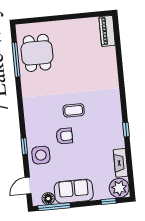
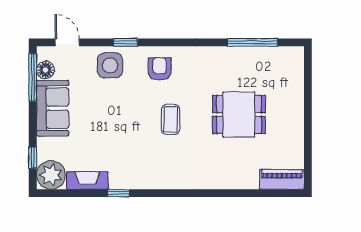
dining table: (37, 53) -> (239, 114), moved
window: (126, 130) -> (119, 193), moved
armchair: (64, 136) -> (160, 69), moved, turned 180

